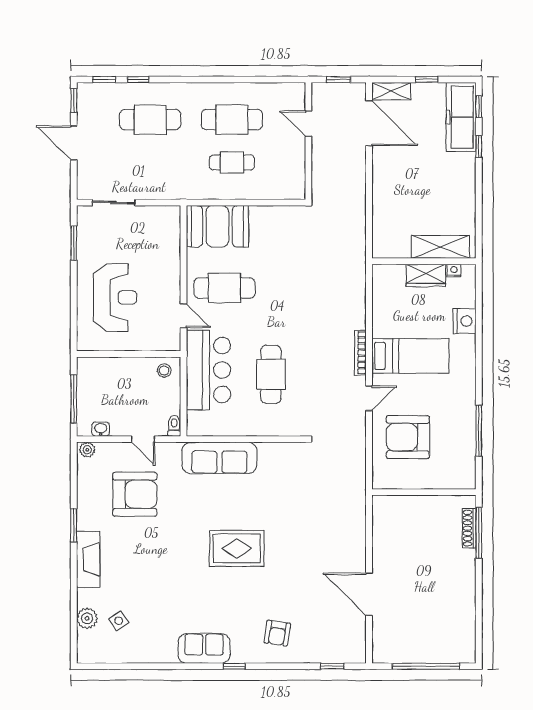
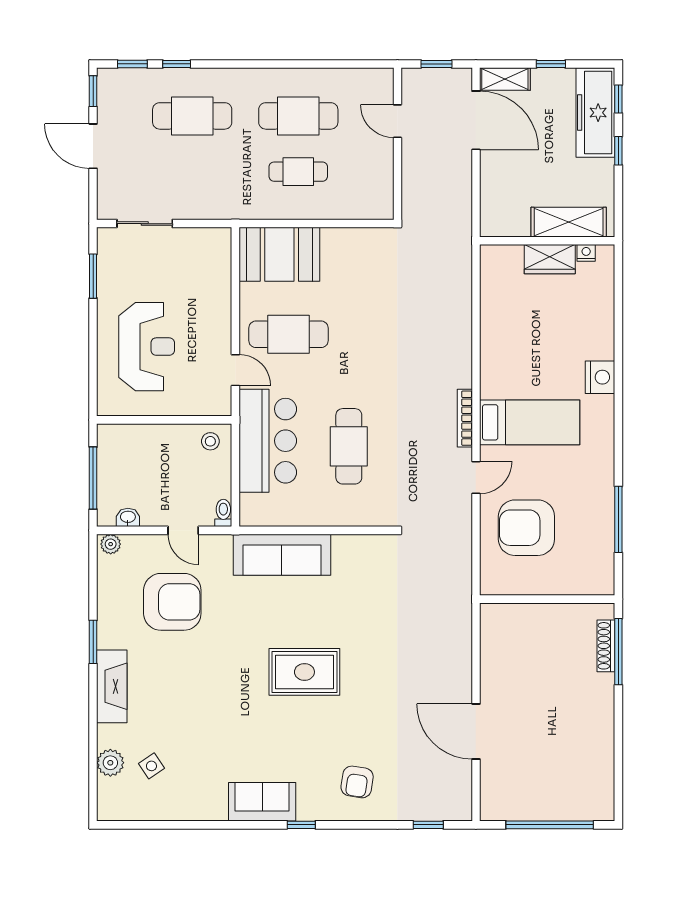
shelving: (440, 247) -> (569, 222), moved
wall: (424, 261) -> (547, 241), moved
nightstand: (454, 271) -> (586, 253), moved
wardrobe: (426, 275) -> (550, 259), moved

